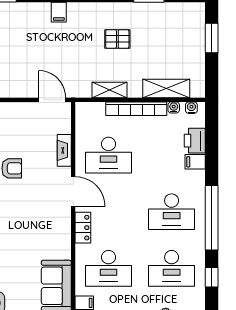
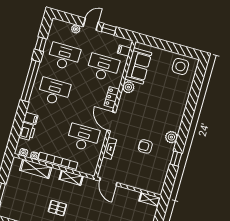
plant: (62, 250) -> (128, 87), added

